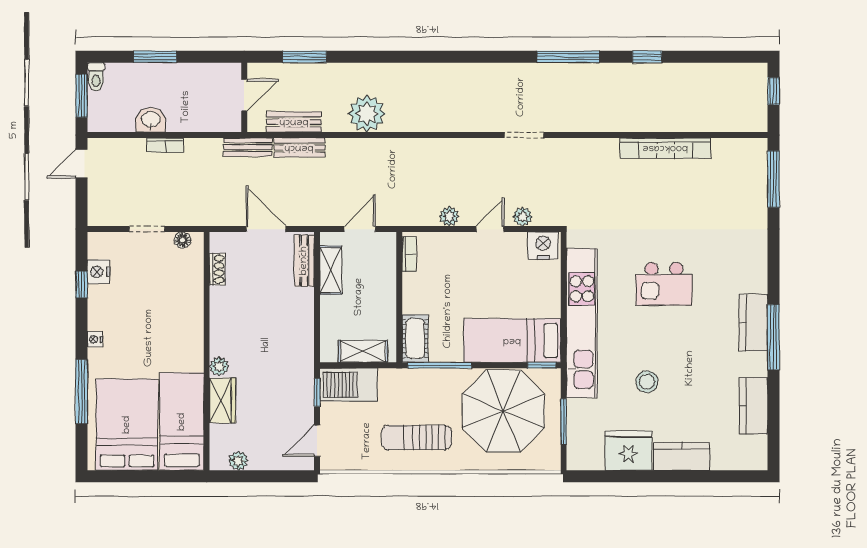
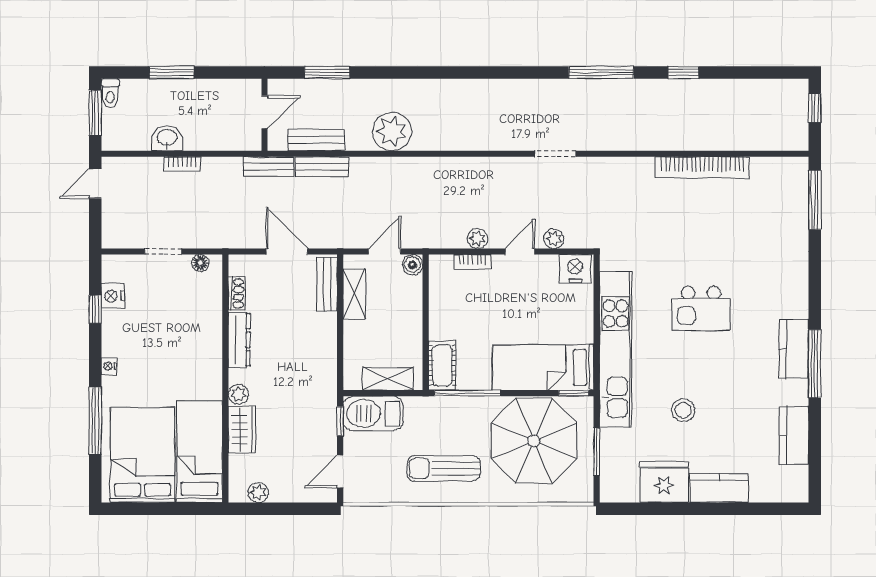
boiler: (387, 242) -> (412, 265), added
bookcase: (409, 254) -> (472, 262), moved, turned 90
dresser: (220, 314) -> (239, 340), added

